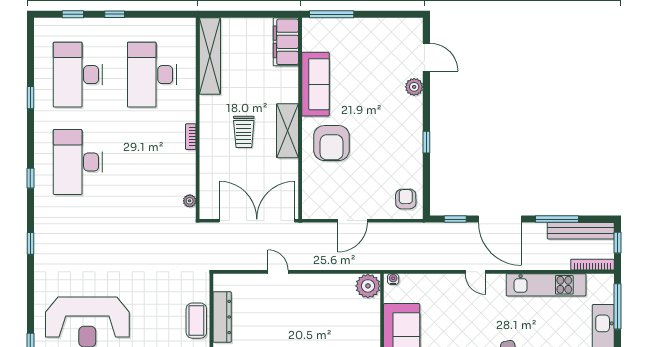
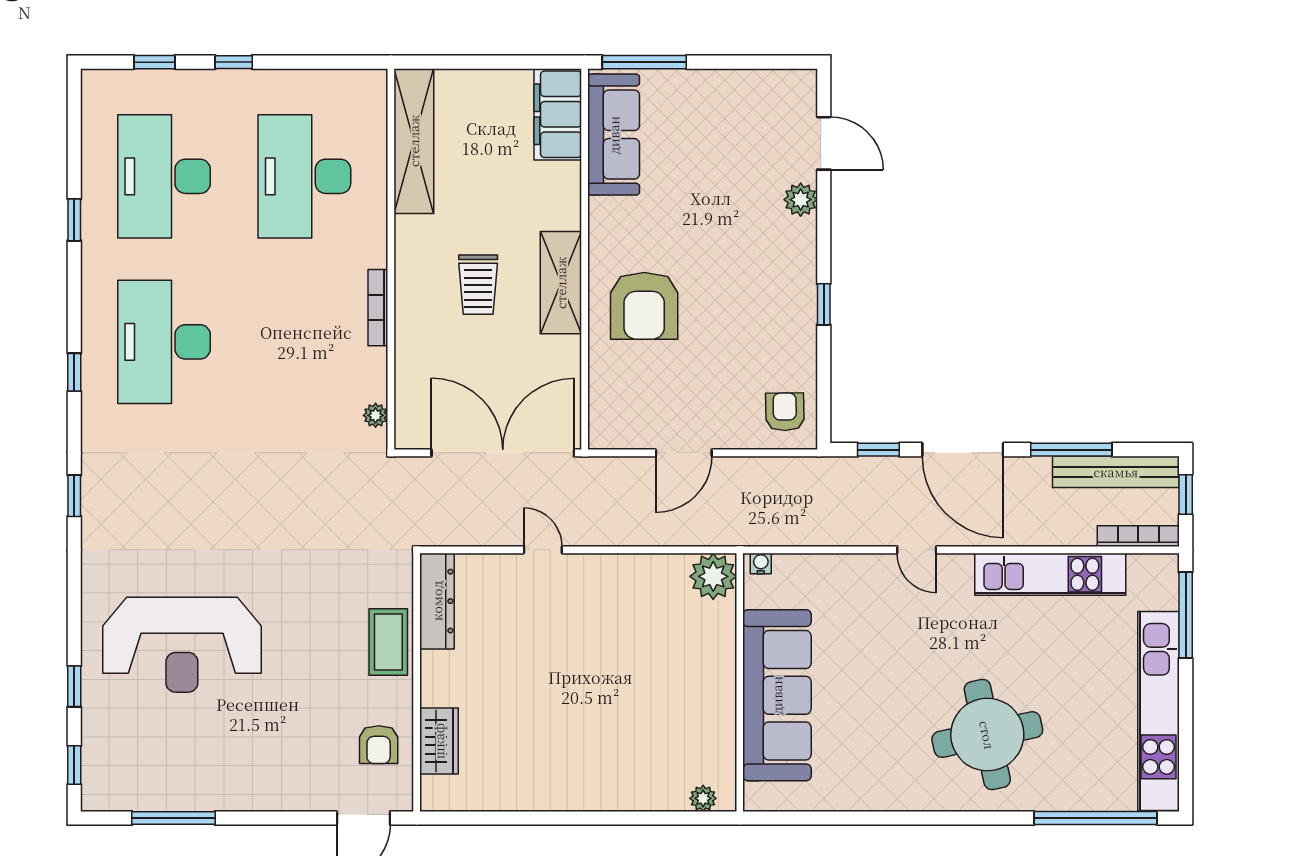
sofa: (315, 84) -> (614, 135), moved
bookcase: (191, 137) -> (378, 308), width x1.56
dresser: (222, 317) -> (437, 601), moved

